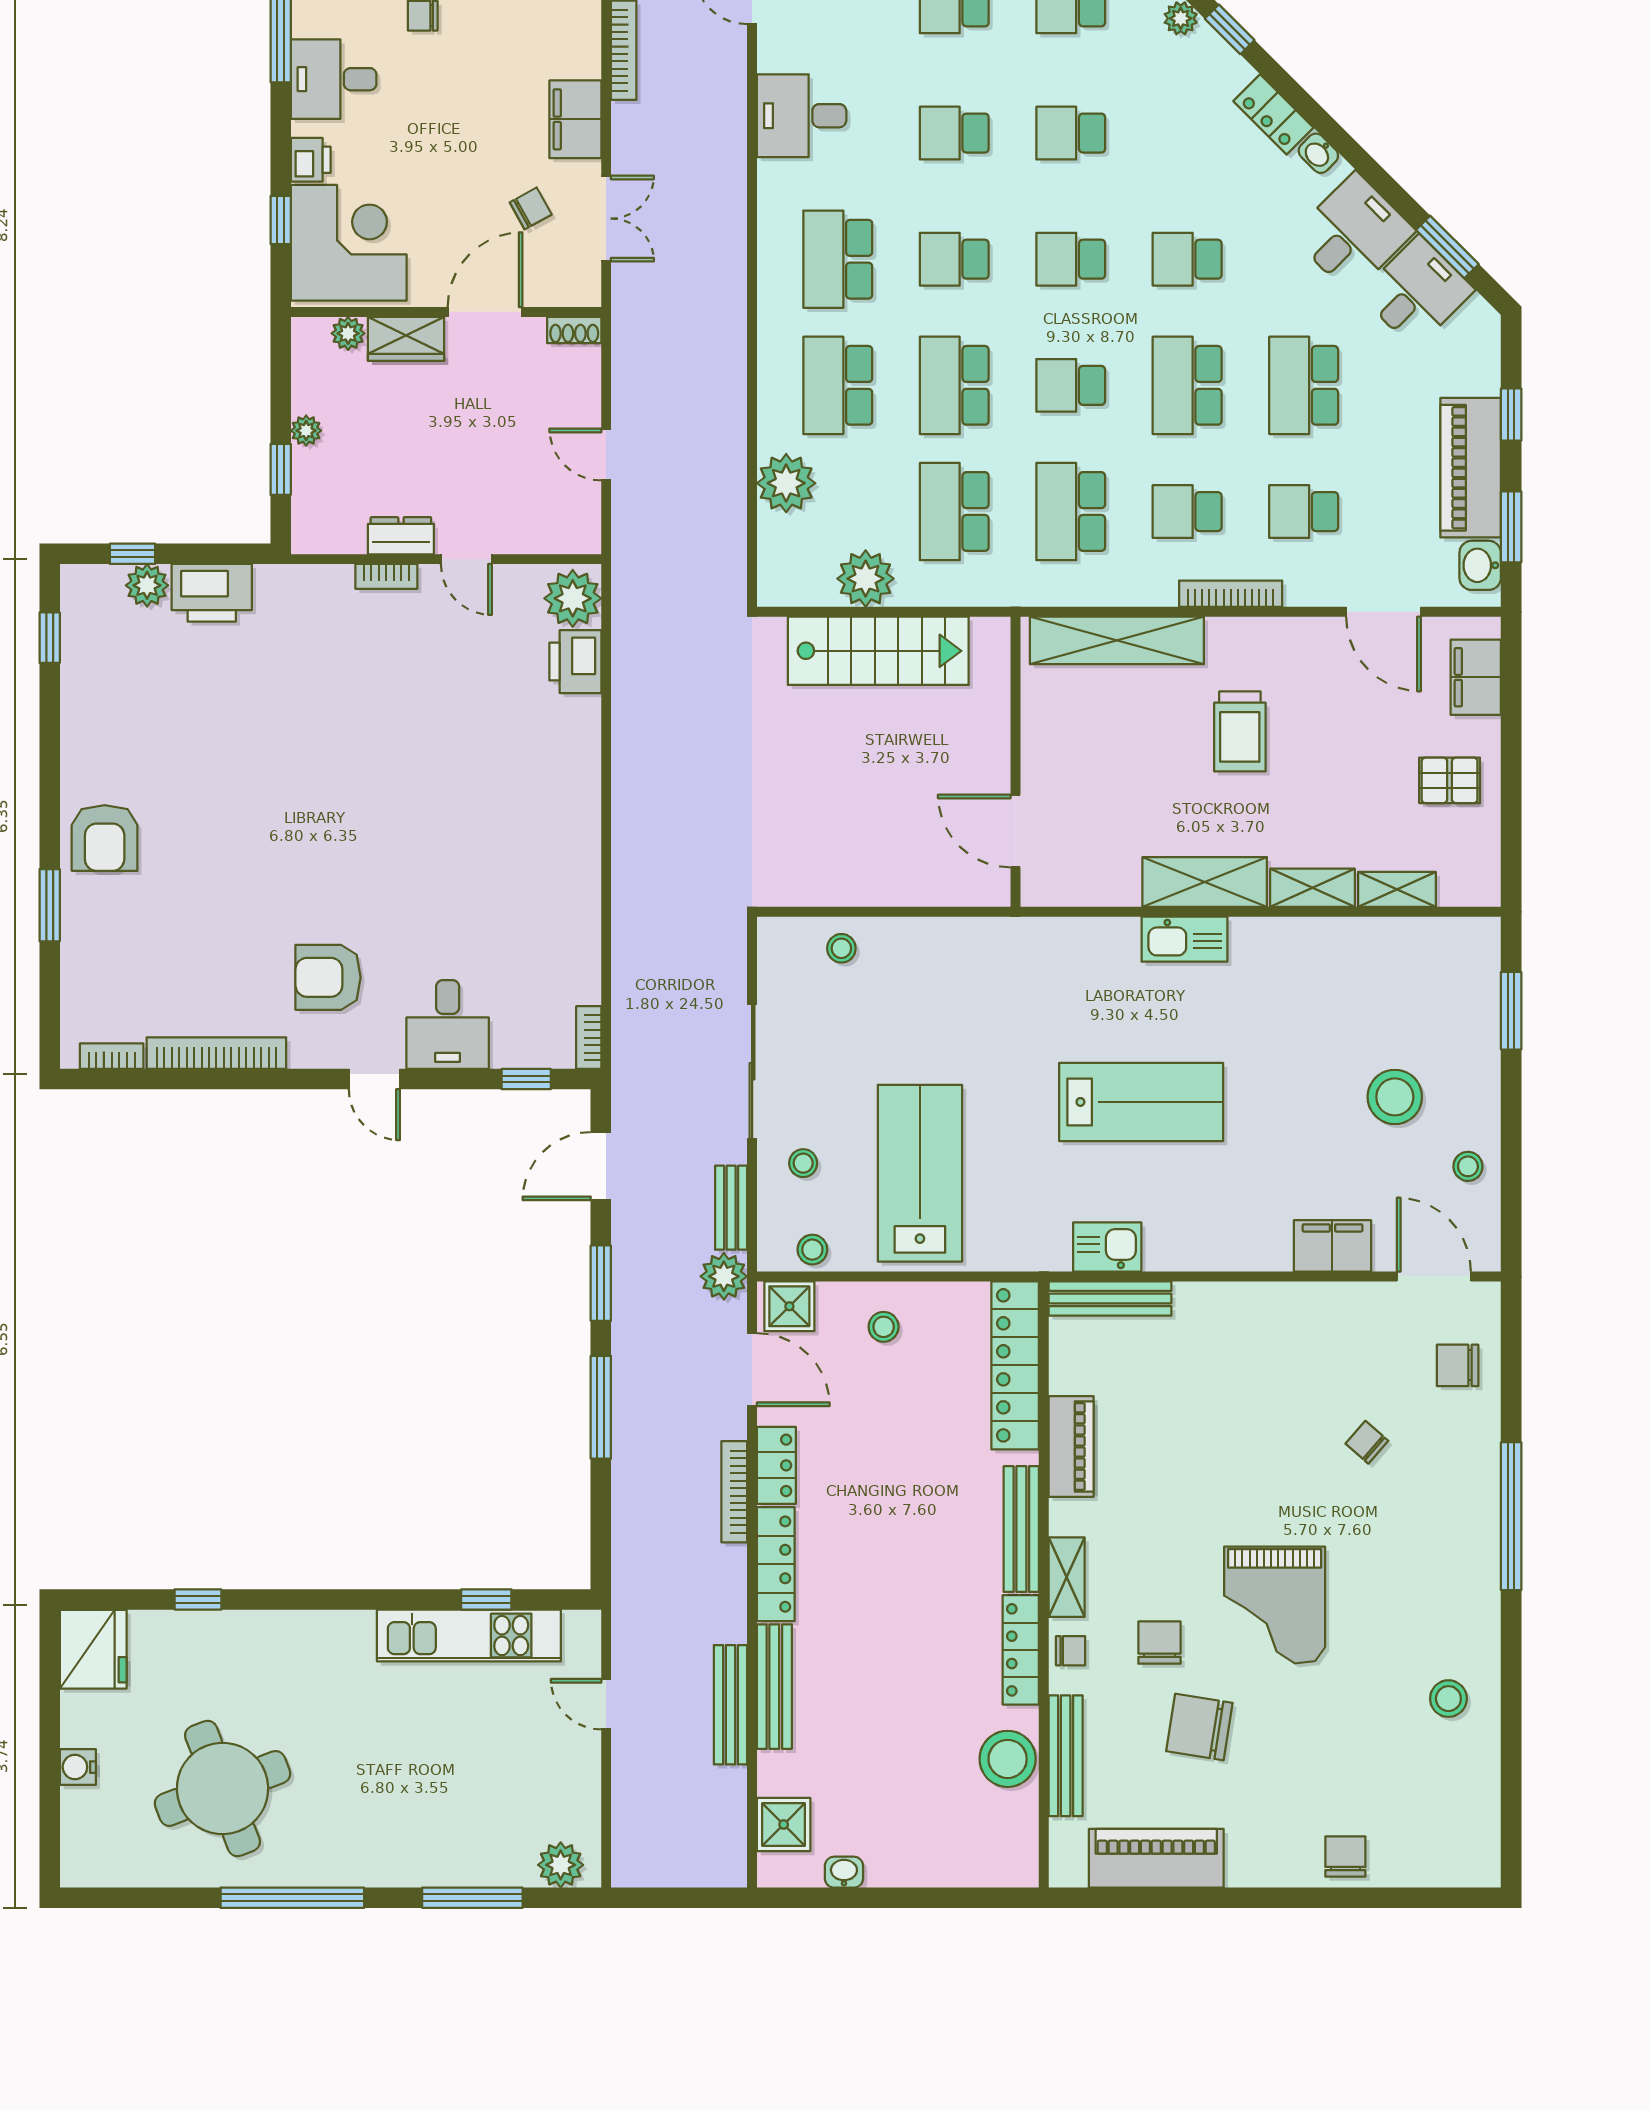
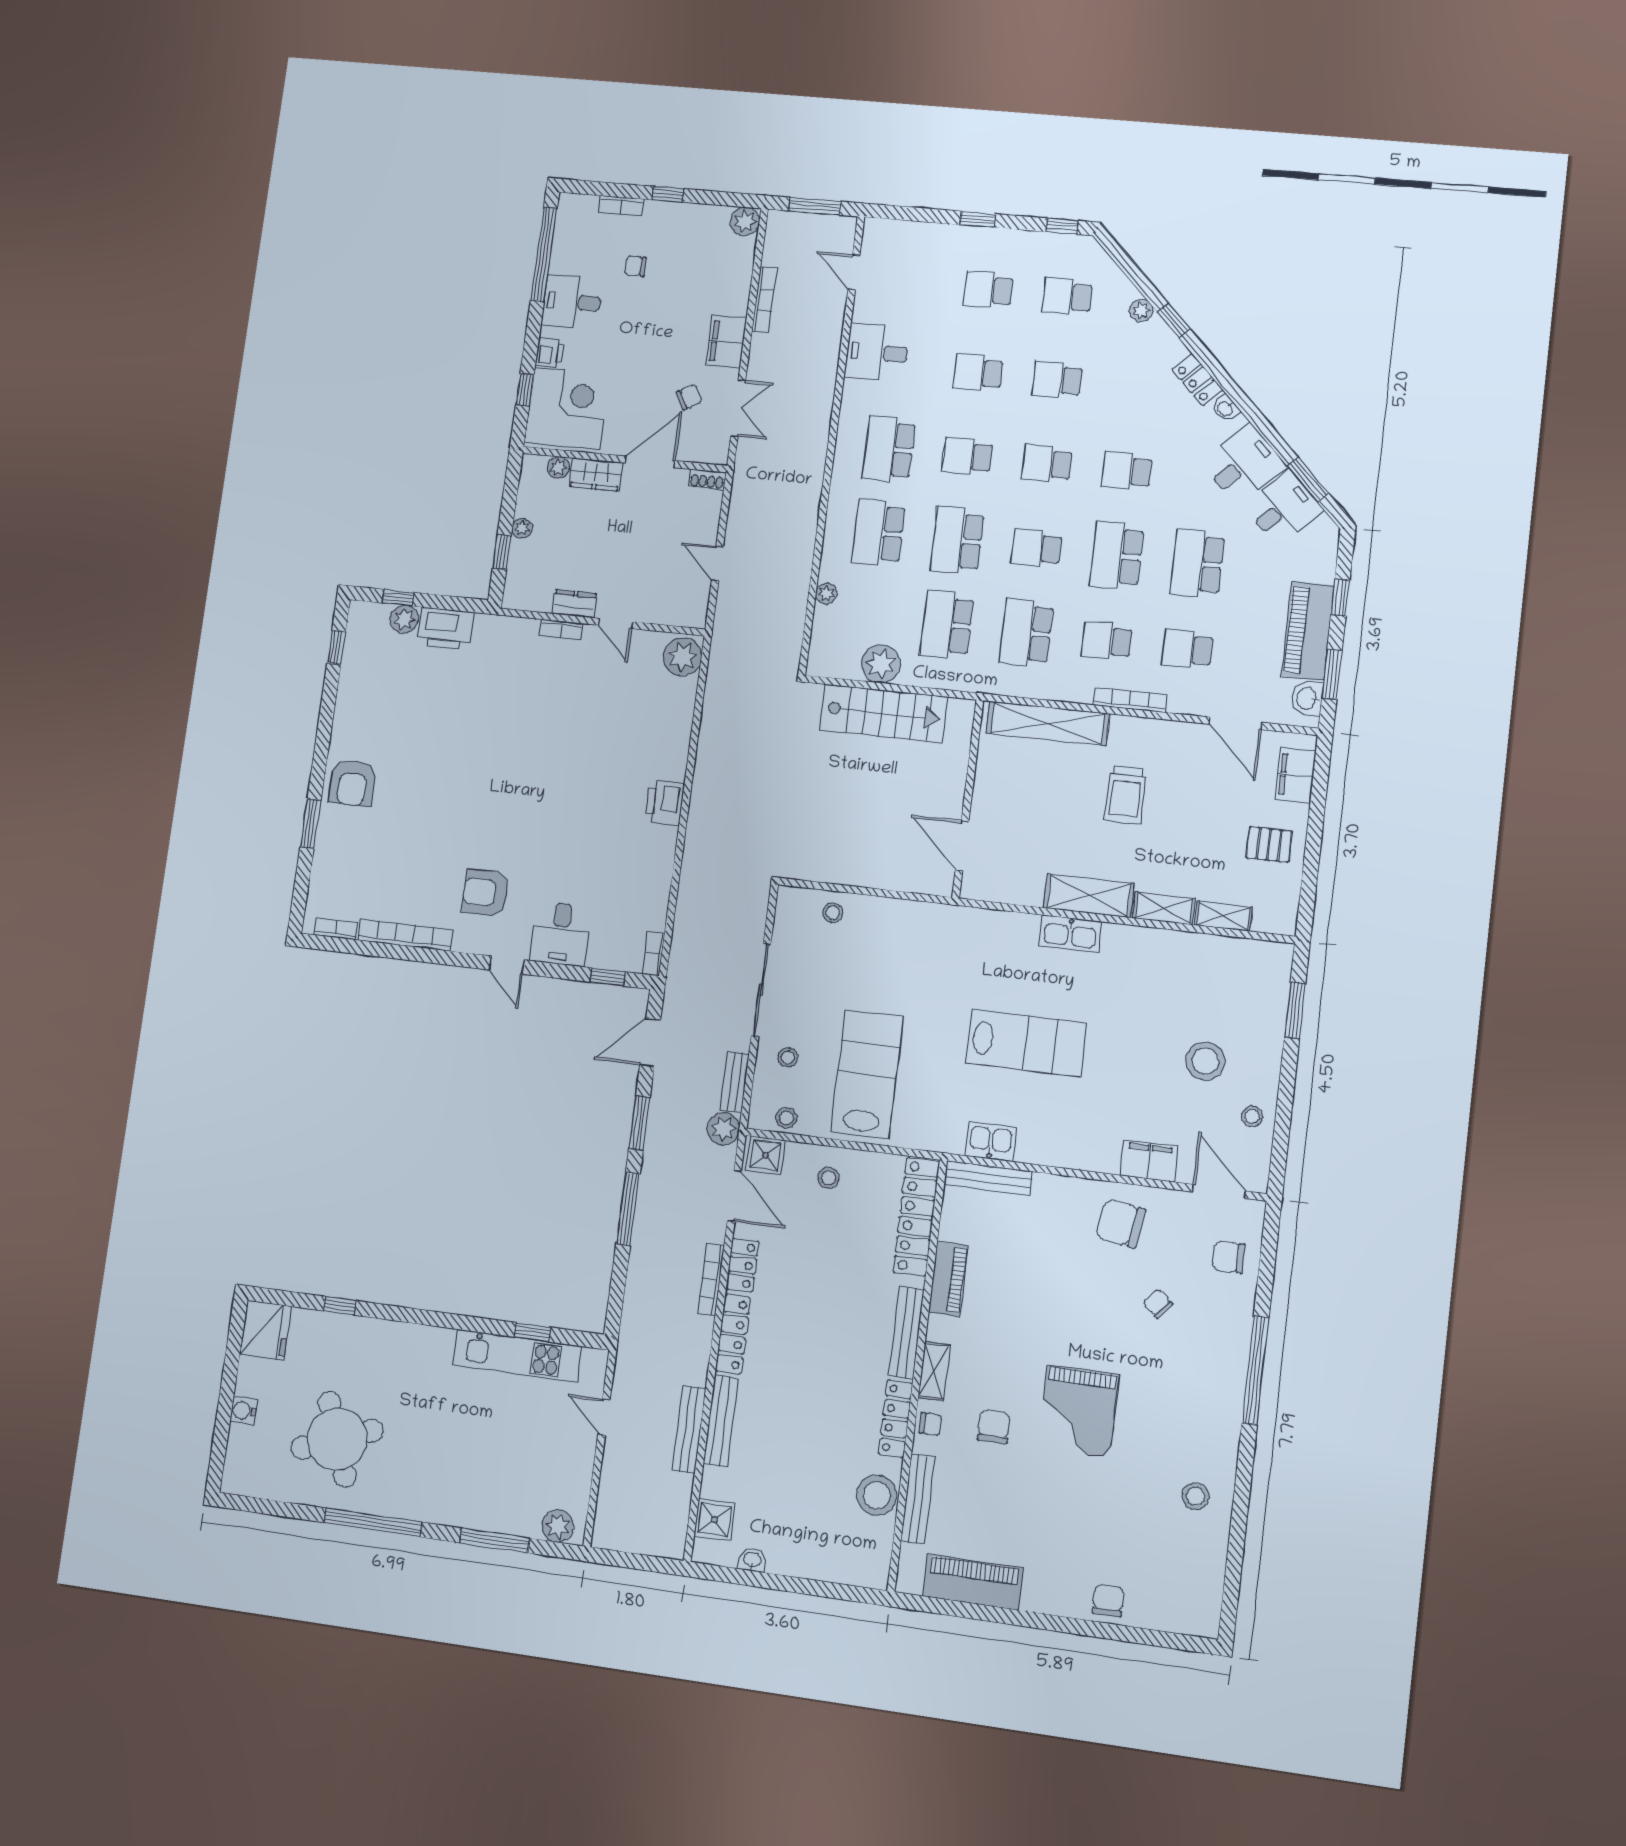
plant: (786, 483) -> (826, 594), width x0.53, depth x0.53
printer: (575, 662) -> (665, 803), moved
chair: (1199, 1727) -> (1121, 1223), moved

